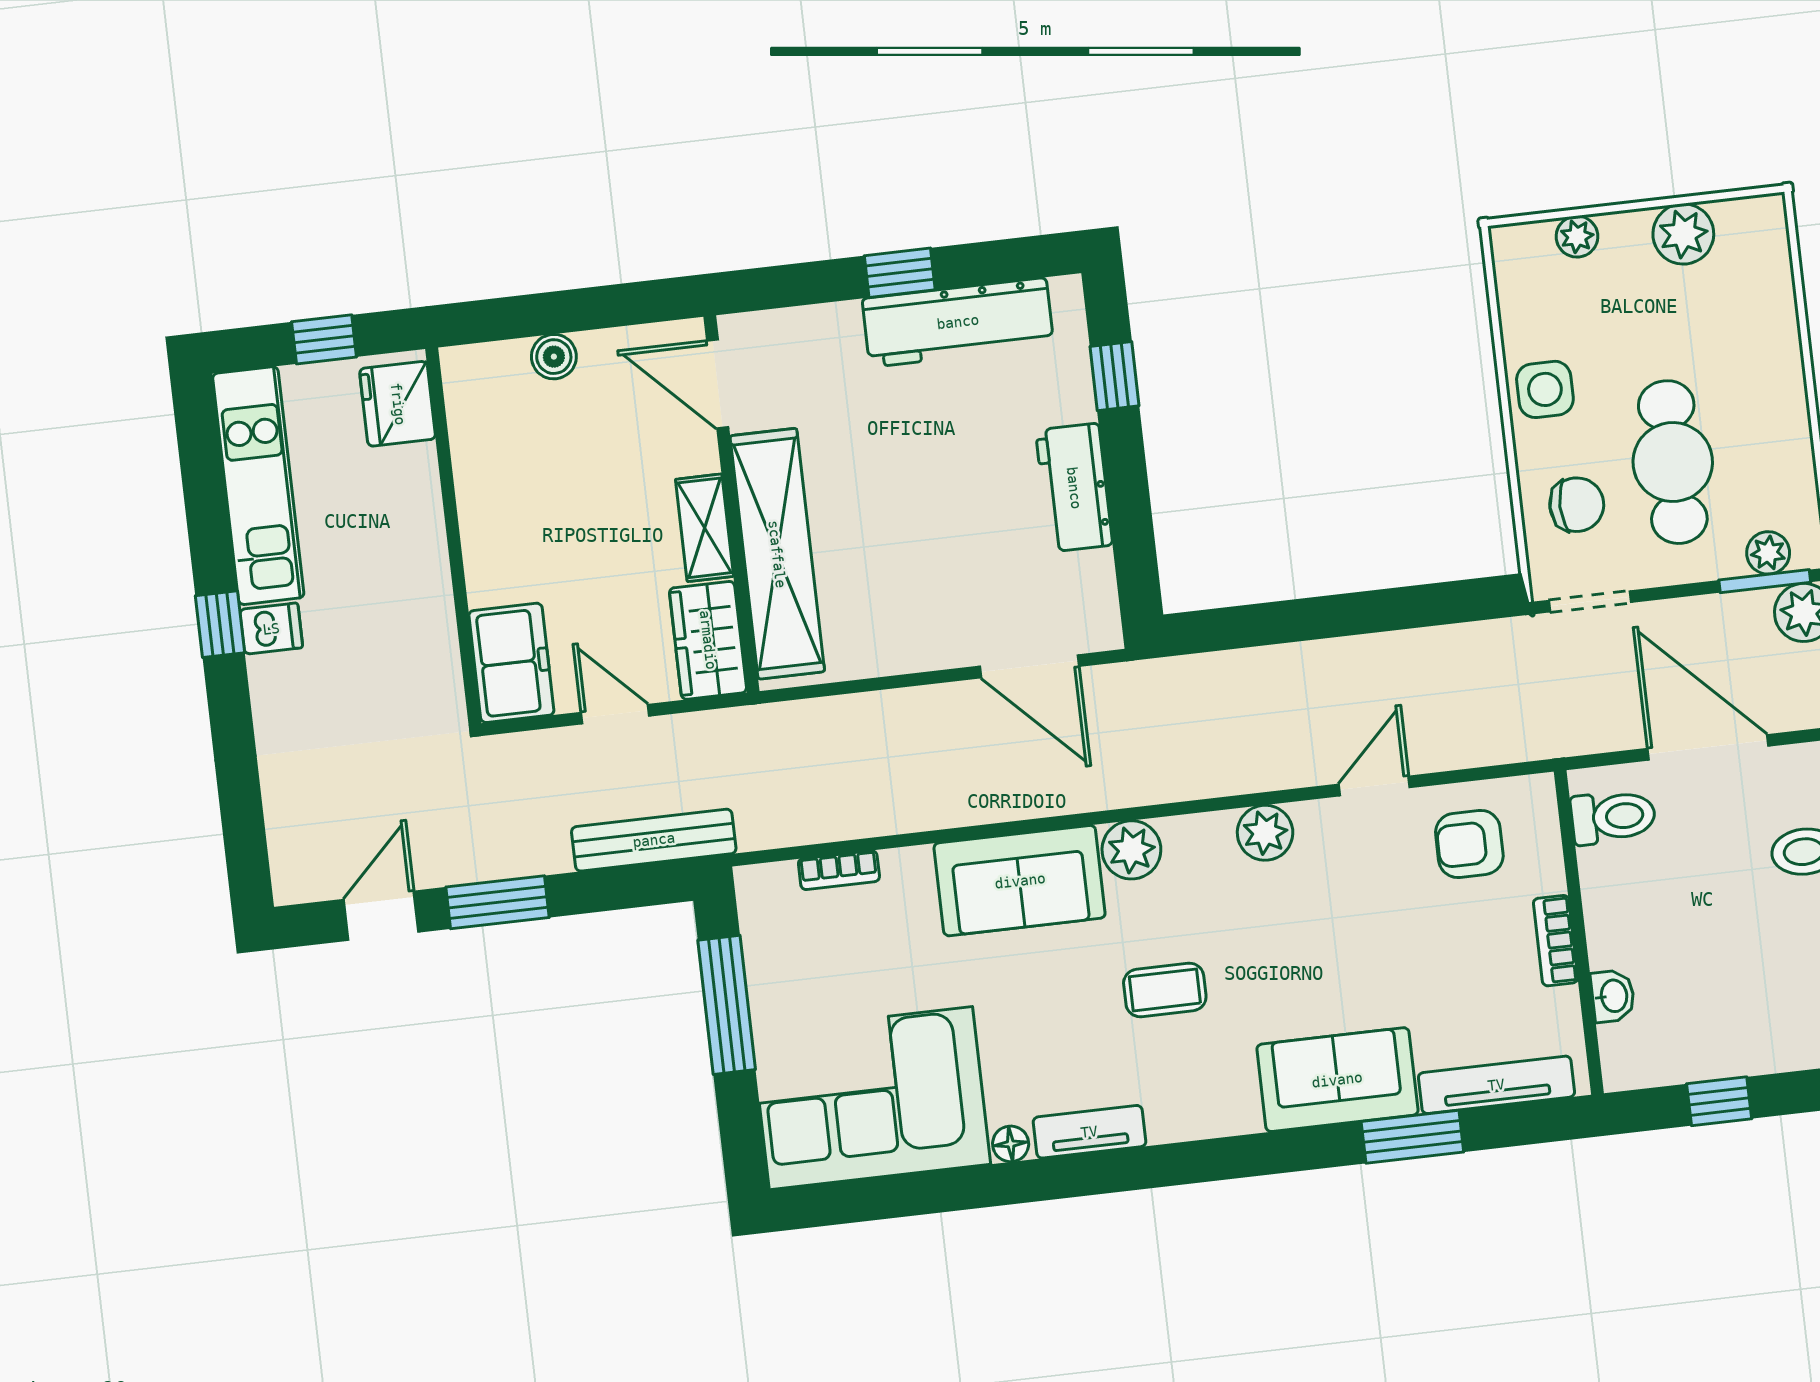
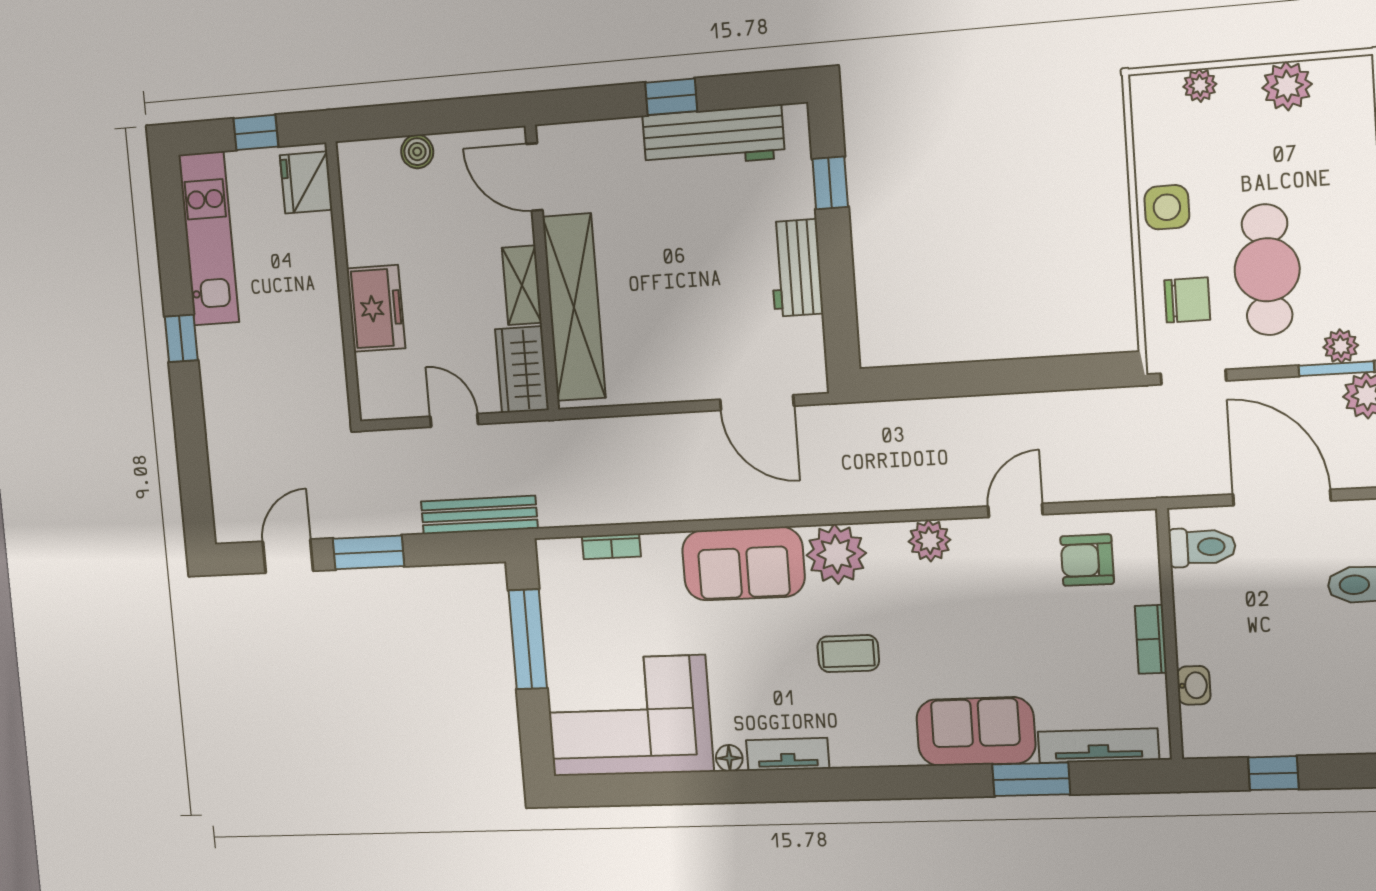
dishwasher: (271, 629) -> (216, 344), removed
freezer: (511, 663) -> (376, 308), moved
plant: (1131, 850) -> (836, 554), width x1.36, depth x1.36

